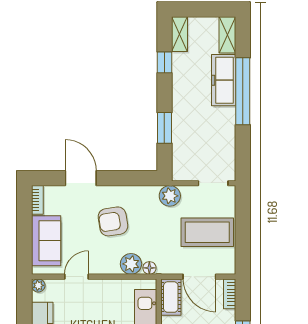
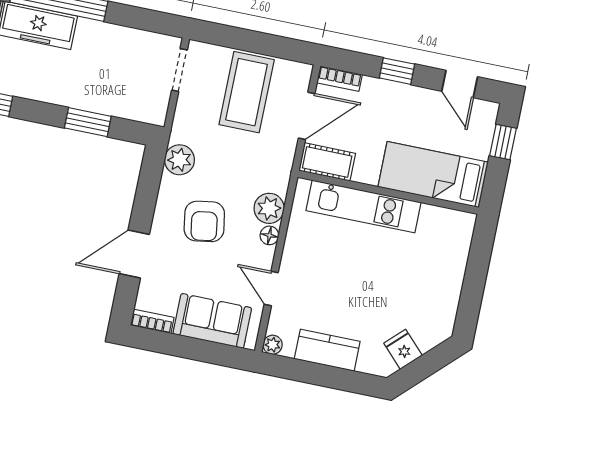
plant: (170, 196) -> (179, 160), moved
floor lamp: (149, 268) -> (269, 235), moved

